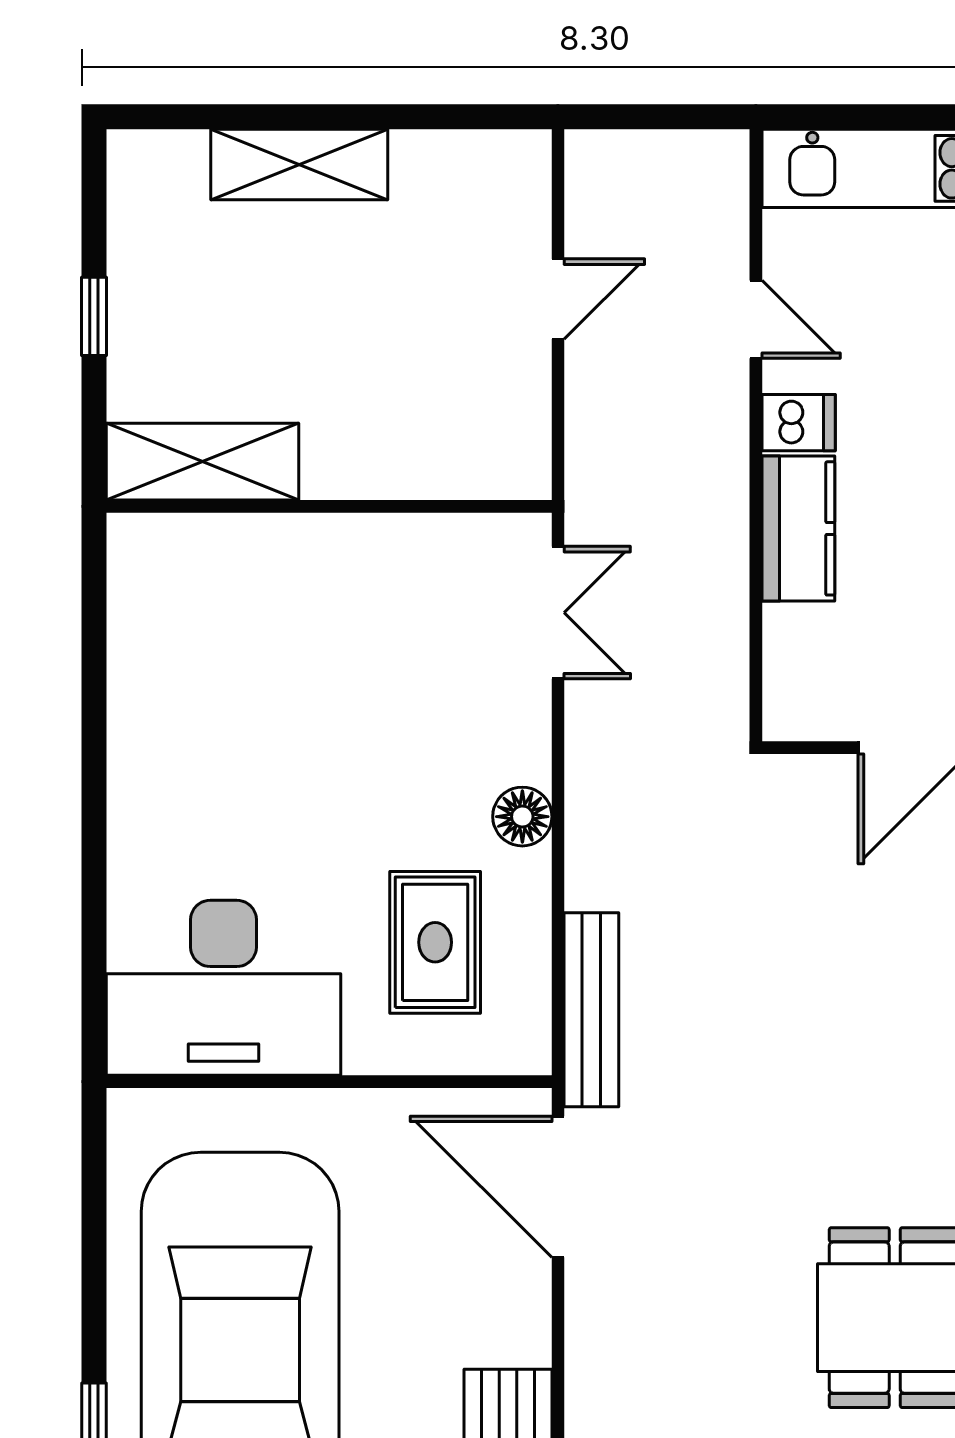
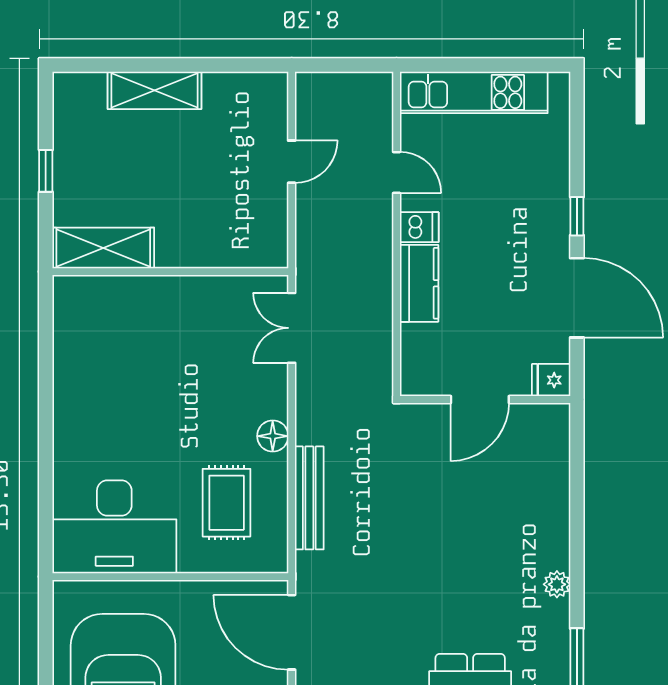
double door: (558, 613) -> (292, 328), swing flipped
bench: (591, 1010) -> (309, 498), moved

